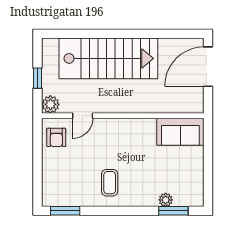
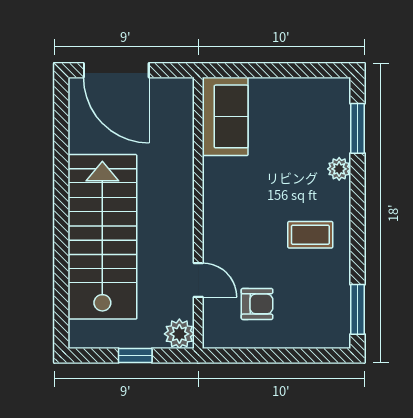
armchair: (56, 137) -> (257, 304), moved
plant: (166, 200) -> (339, 169), moved

